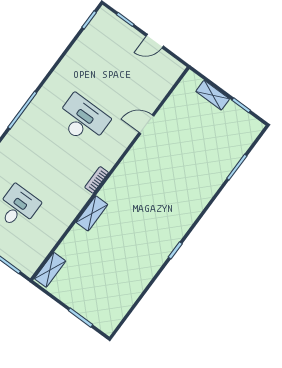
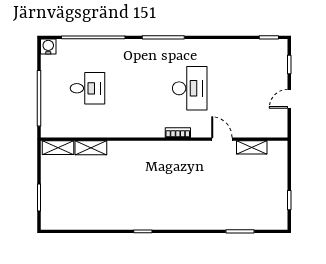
door: (155, 41) -> (289, 99), hinge flipped
shelving: (213, 95) -> (252, 147), moved, turned 90
bookcase: (97, 180) -> (178, 133), moved
shelving: (92, 213) -> (91, 148), moved

